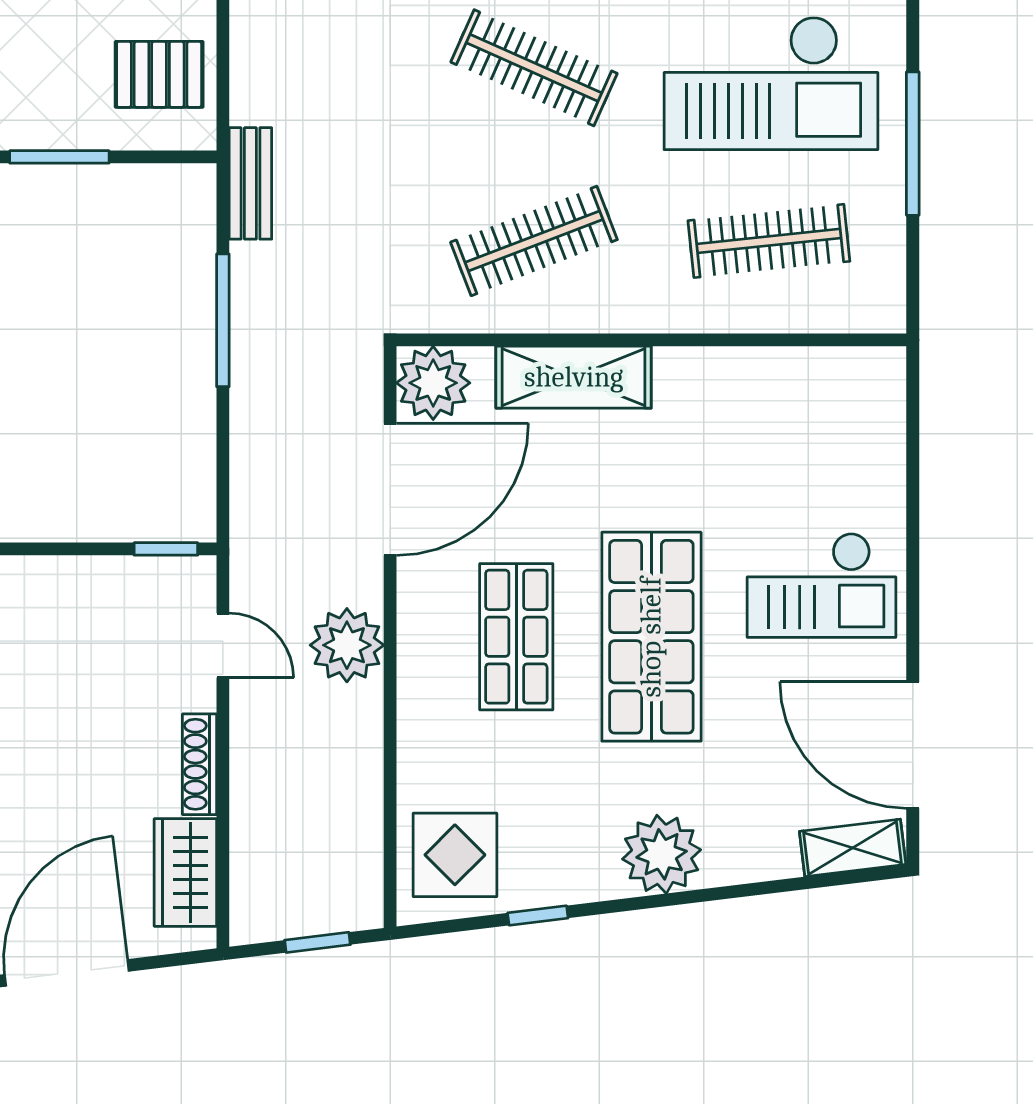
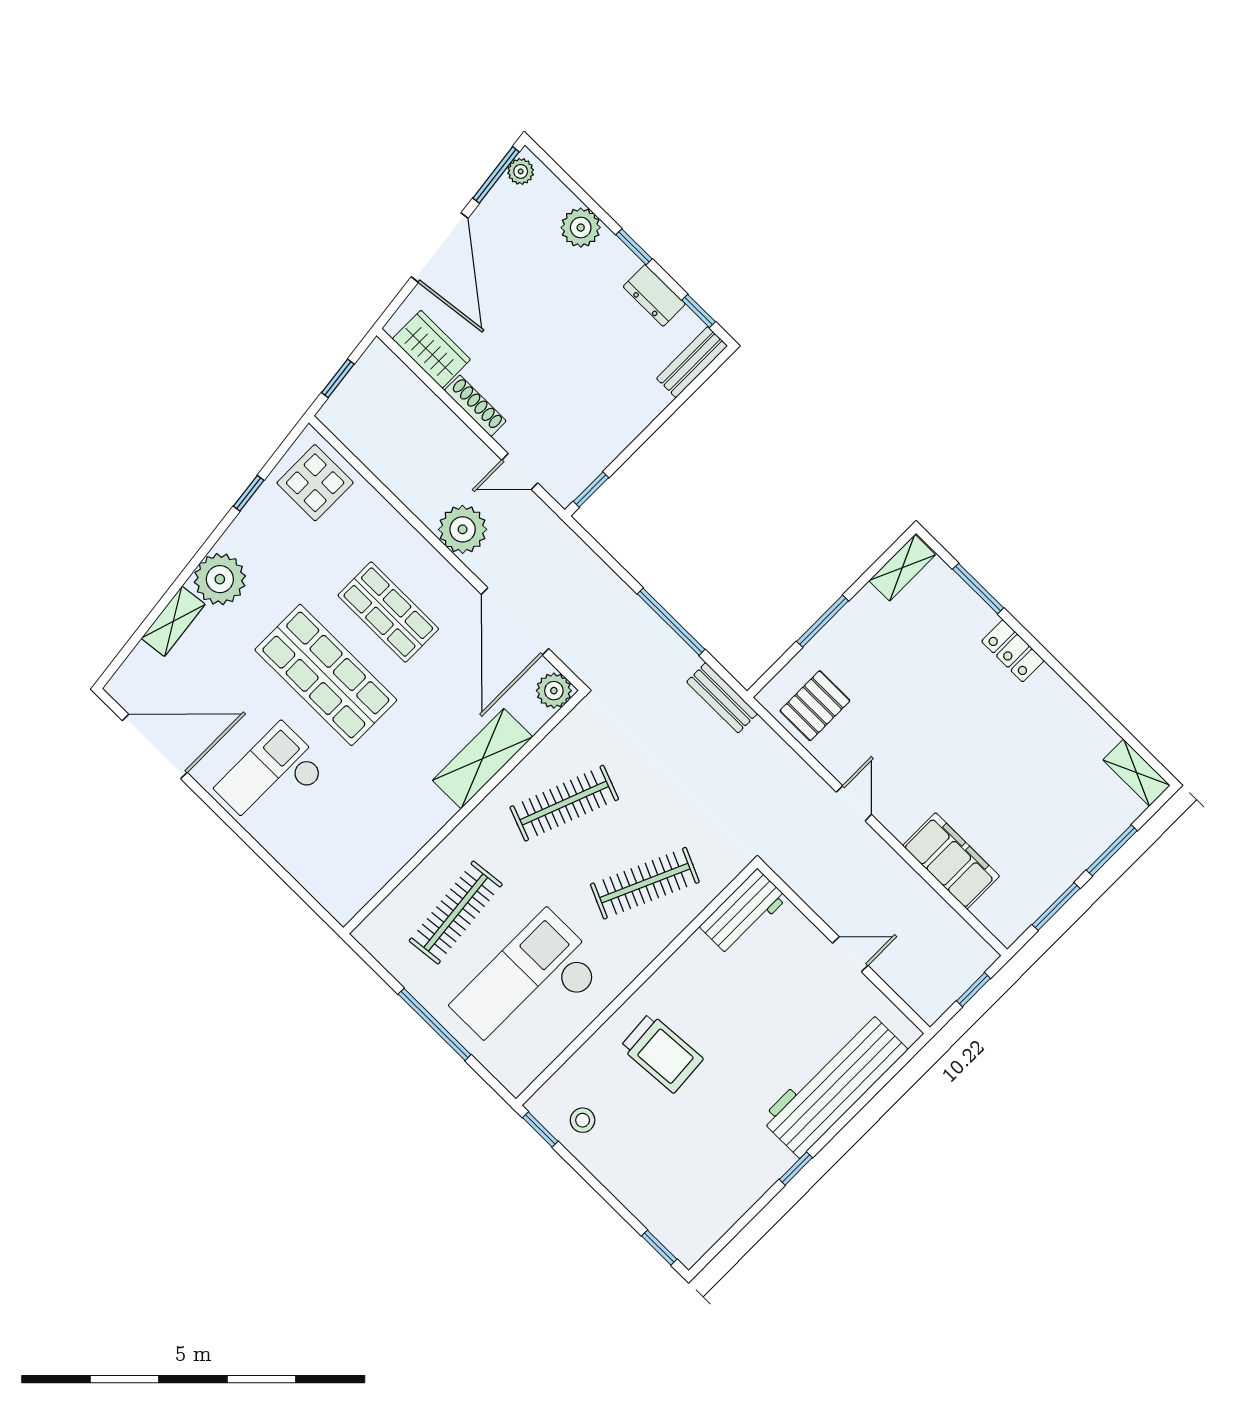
clothes rail: (534, 241) -> (564, 803), turned 42
plant: (433, 383) -> (554, 691), width x0.73, depth x0.73
shelving: (853, 848) -> (173, 621), moved

